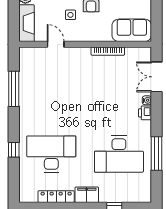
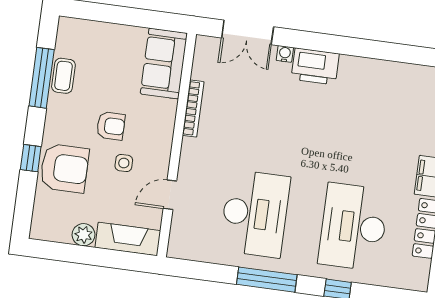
window: (14, 89) -> (267, 280), moved
printer: (145, 113) -> (315, 66), width x1.87, depth x1.48
desk: (119, 154) -> (255, 214), moved
window: (157, 154) -> (376, 50), removed

